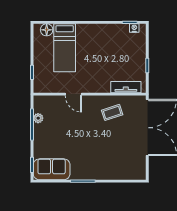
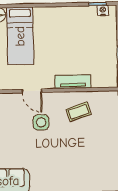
tv unit: (126, 87) -> (73, 82), moved
side table: (80, 121) -> (41, 122), added

